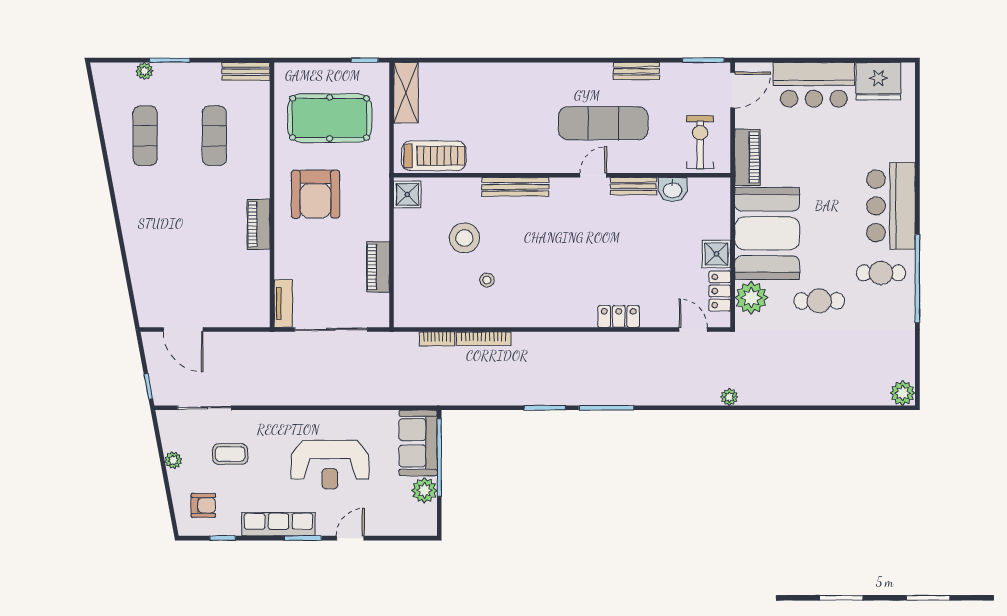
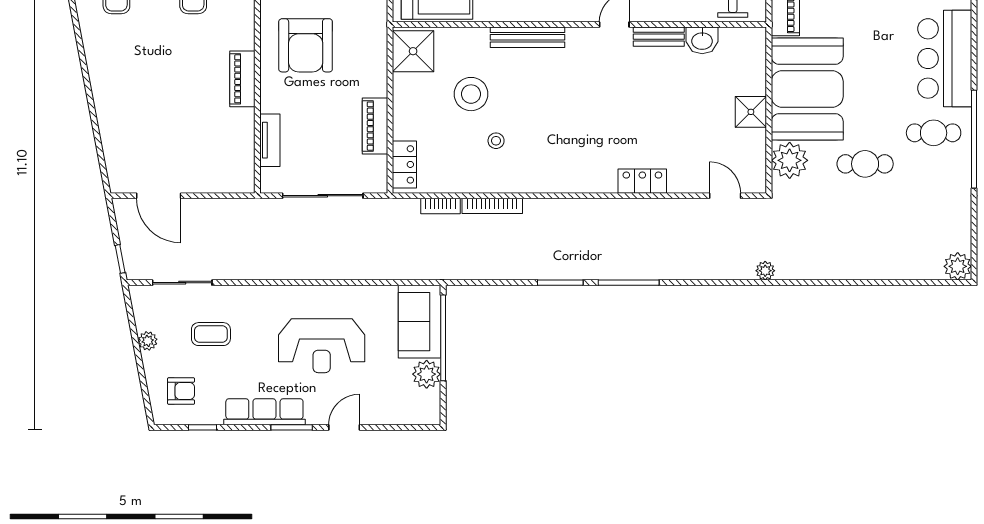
shower: (407, 194) -> (413, 51), width x1.36, depth x1.36
locker: (720, 291) -> (404, 164), moved, turned 180
tv unit: (283, 304) -> (270, 140), moved

